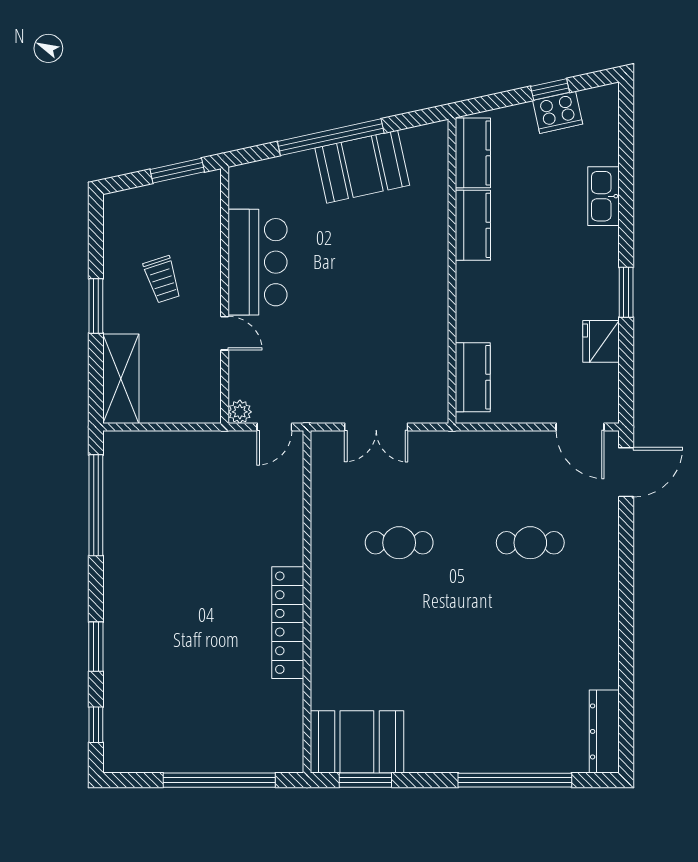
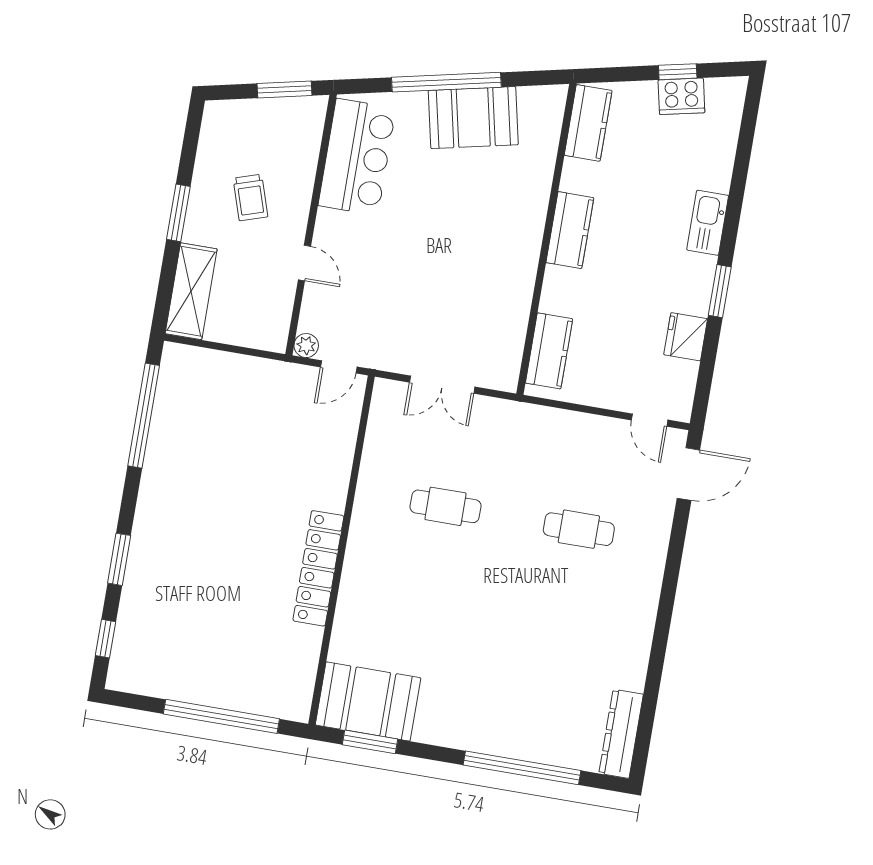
kitchen sink: (603, 196) -> (708, 223), moved
kitchen counter: (473, 225) -> (570, 230), moved
bar counter: (257, 262) -> (357, 157), moved
door: (580, 427) -> (650, 420), width x0.73

